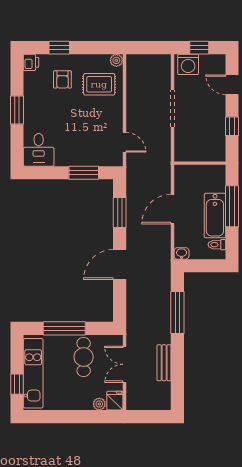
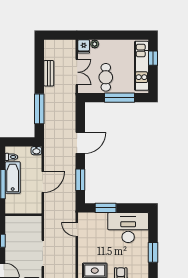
desk: (39, 150) -> (128, 228), width x1.87, depth x1.30

